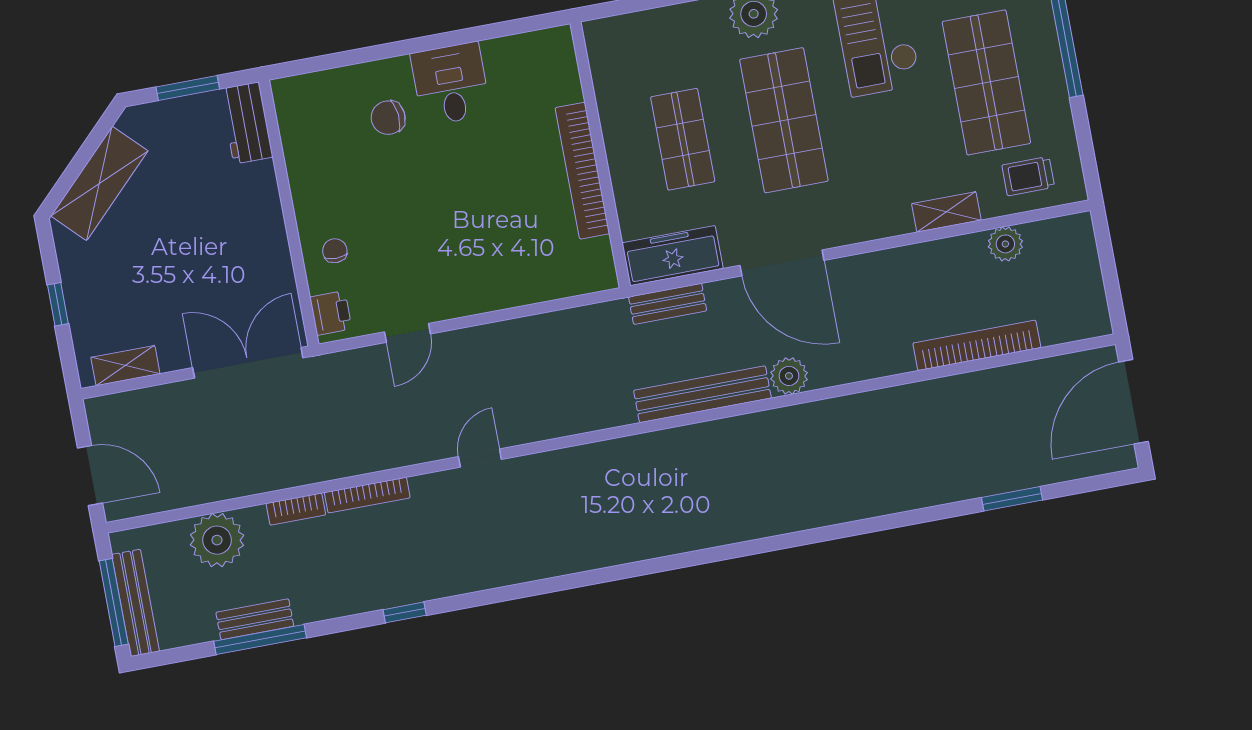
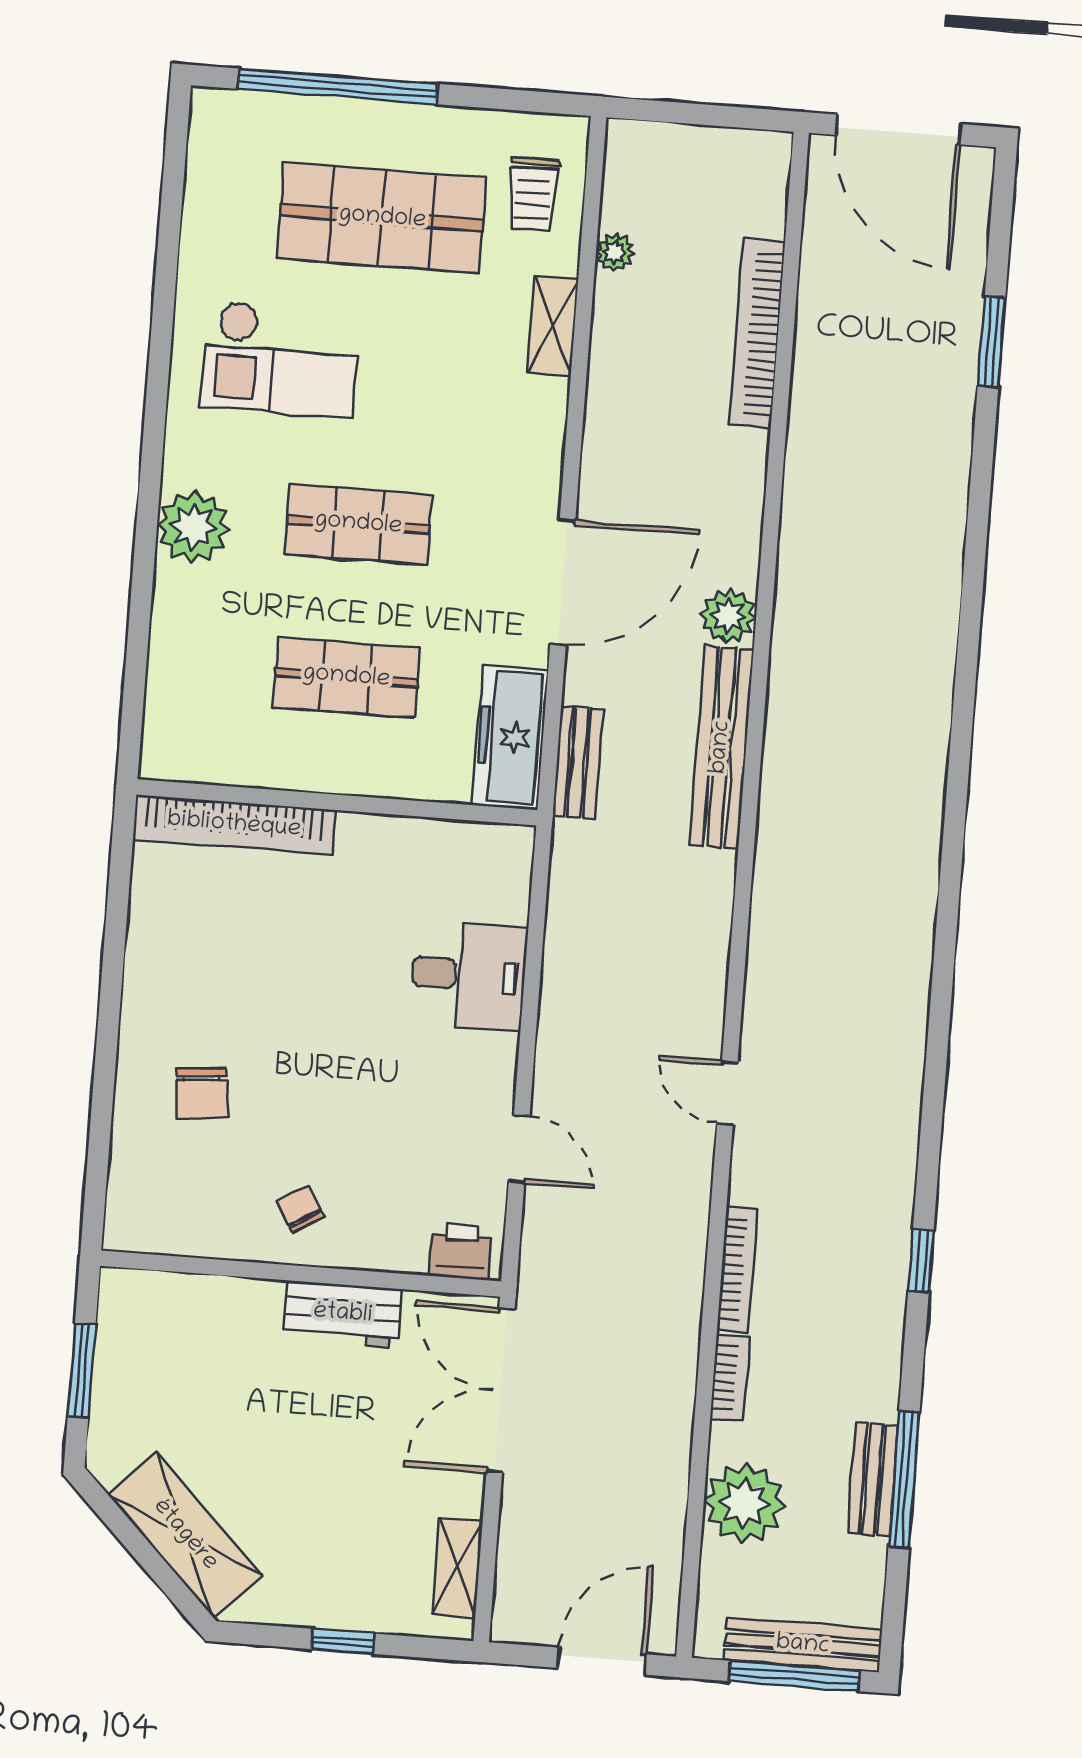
desk: (451, 84) -> (469, 975), moved, turned 180
shop shelf: (784, 120) -> (358, 524), width x0.70, depth x0.74
workbench: (246, 123) -> (343, 1314), moved
bookcase: (582, 171) -> (234, 825), moved
plant: (1005, 244) -> (615, 252), width x0.73, depth x0.73
chair: (335, 251) -> (301, 1209), moved, turned 60

